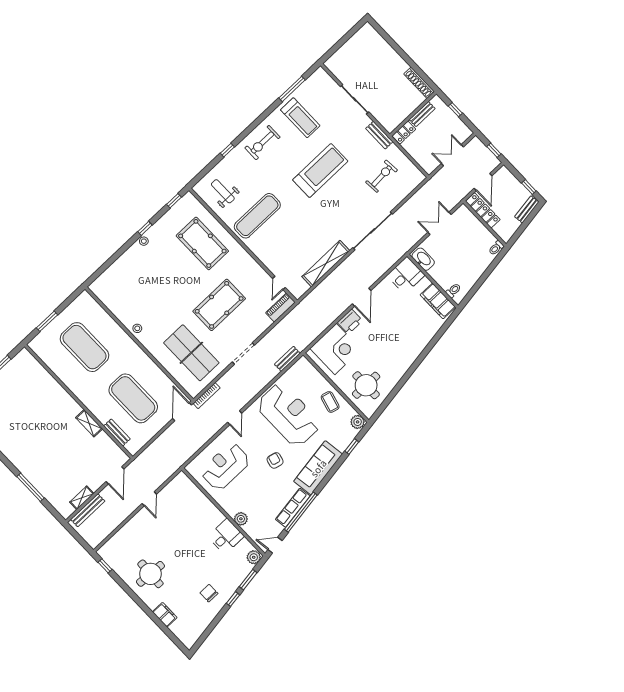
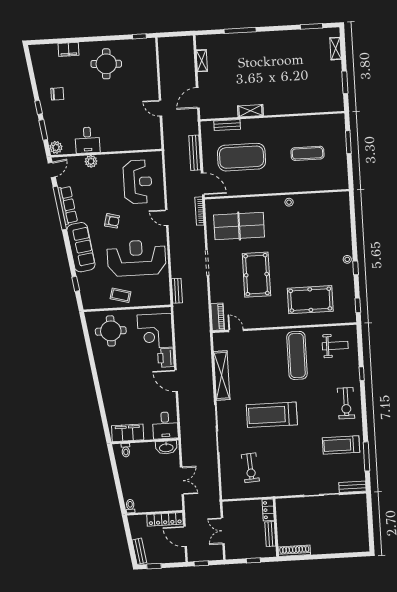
bench: (379, 135) -> (353, 487), moved
exercise bike: (263, 143) -> (346, 403), turned 180
double door: (452, 155) -> (223, 531), swing flipped
treadmill: (320, 170) -> (272, 415), moved, turned 90
exercise mat: (84, 347) -> (307, 153), width x0.50, depth x0.69
reception desk: (289, 415) -> (136, 258), turned 180
plant: (358, 422) -> (90, 303), removed
door: (115, 475) -> (198, 98), hinge flipped
bench: (88, 510) -> (195, 153), moved

